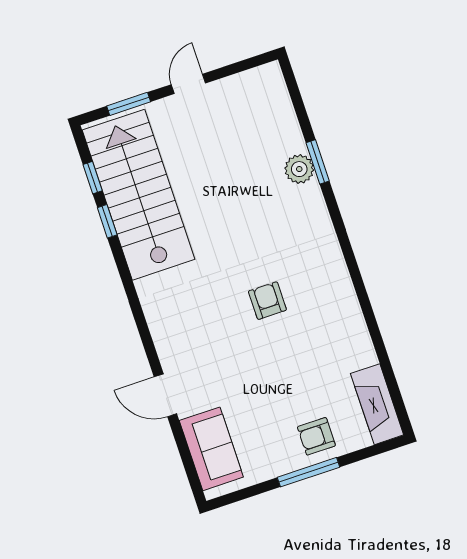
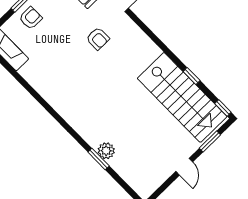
window: (93, 178) -> (223, 108), moved
armchair: (267, 301) -> (98, 39), moved

